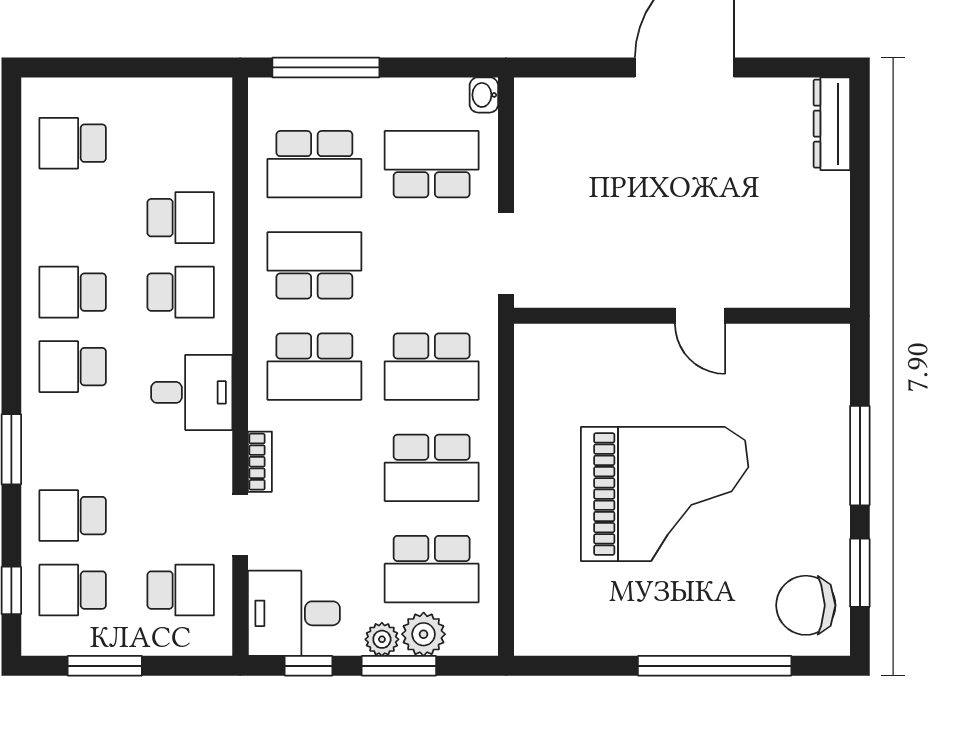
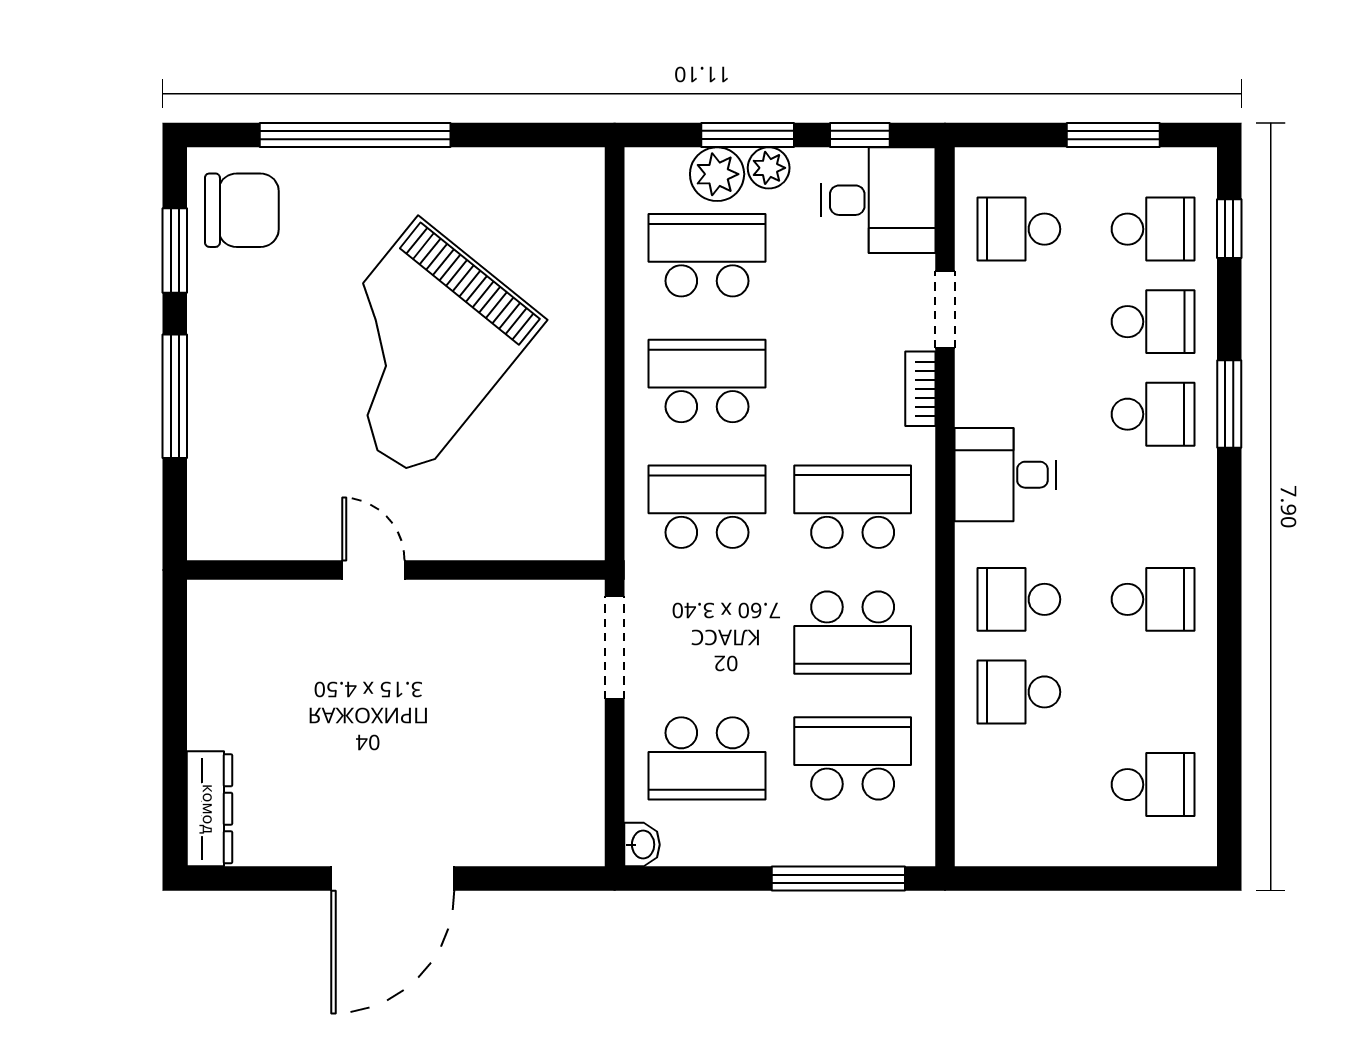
school desk: (73, 367) -> (1153, 414), moved
grand piano: (665, 494) -> (417, 348), turned -51

